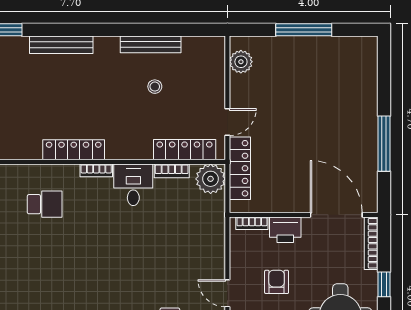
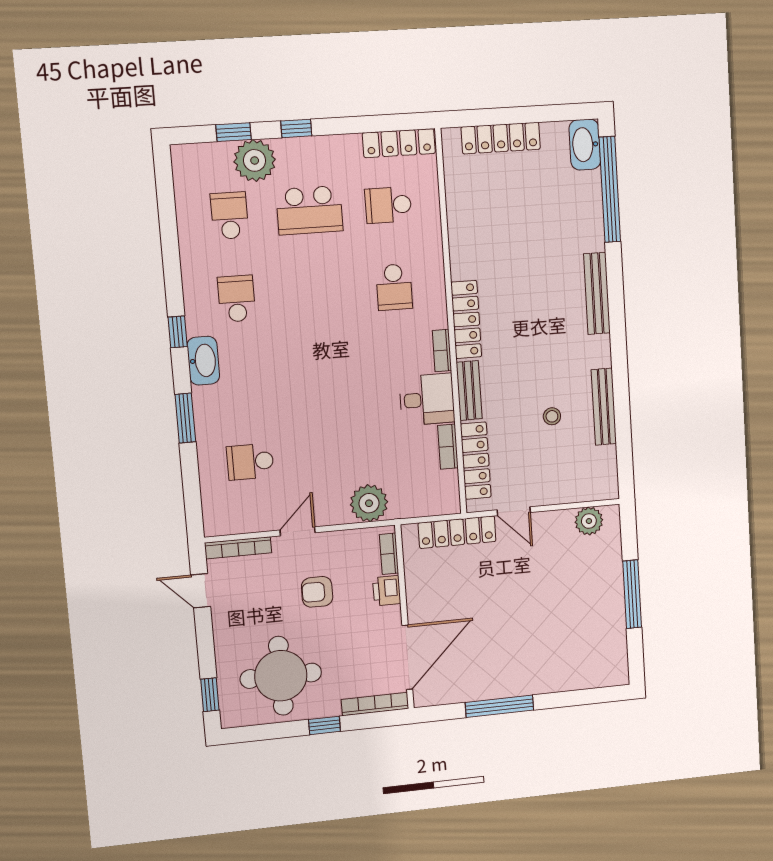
bench: (129, 151) -> (469, 390), added
plant: (211, 179) -> (369, 503), moved
printer: (285, 230) -> (387, 591), width x0.73, depth x0.81
armchair: (277, 282) -> (317, 592), turned 180

